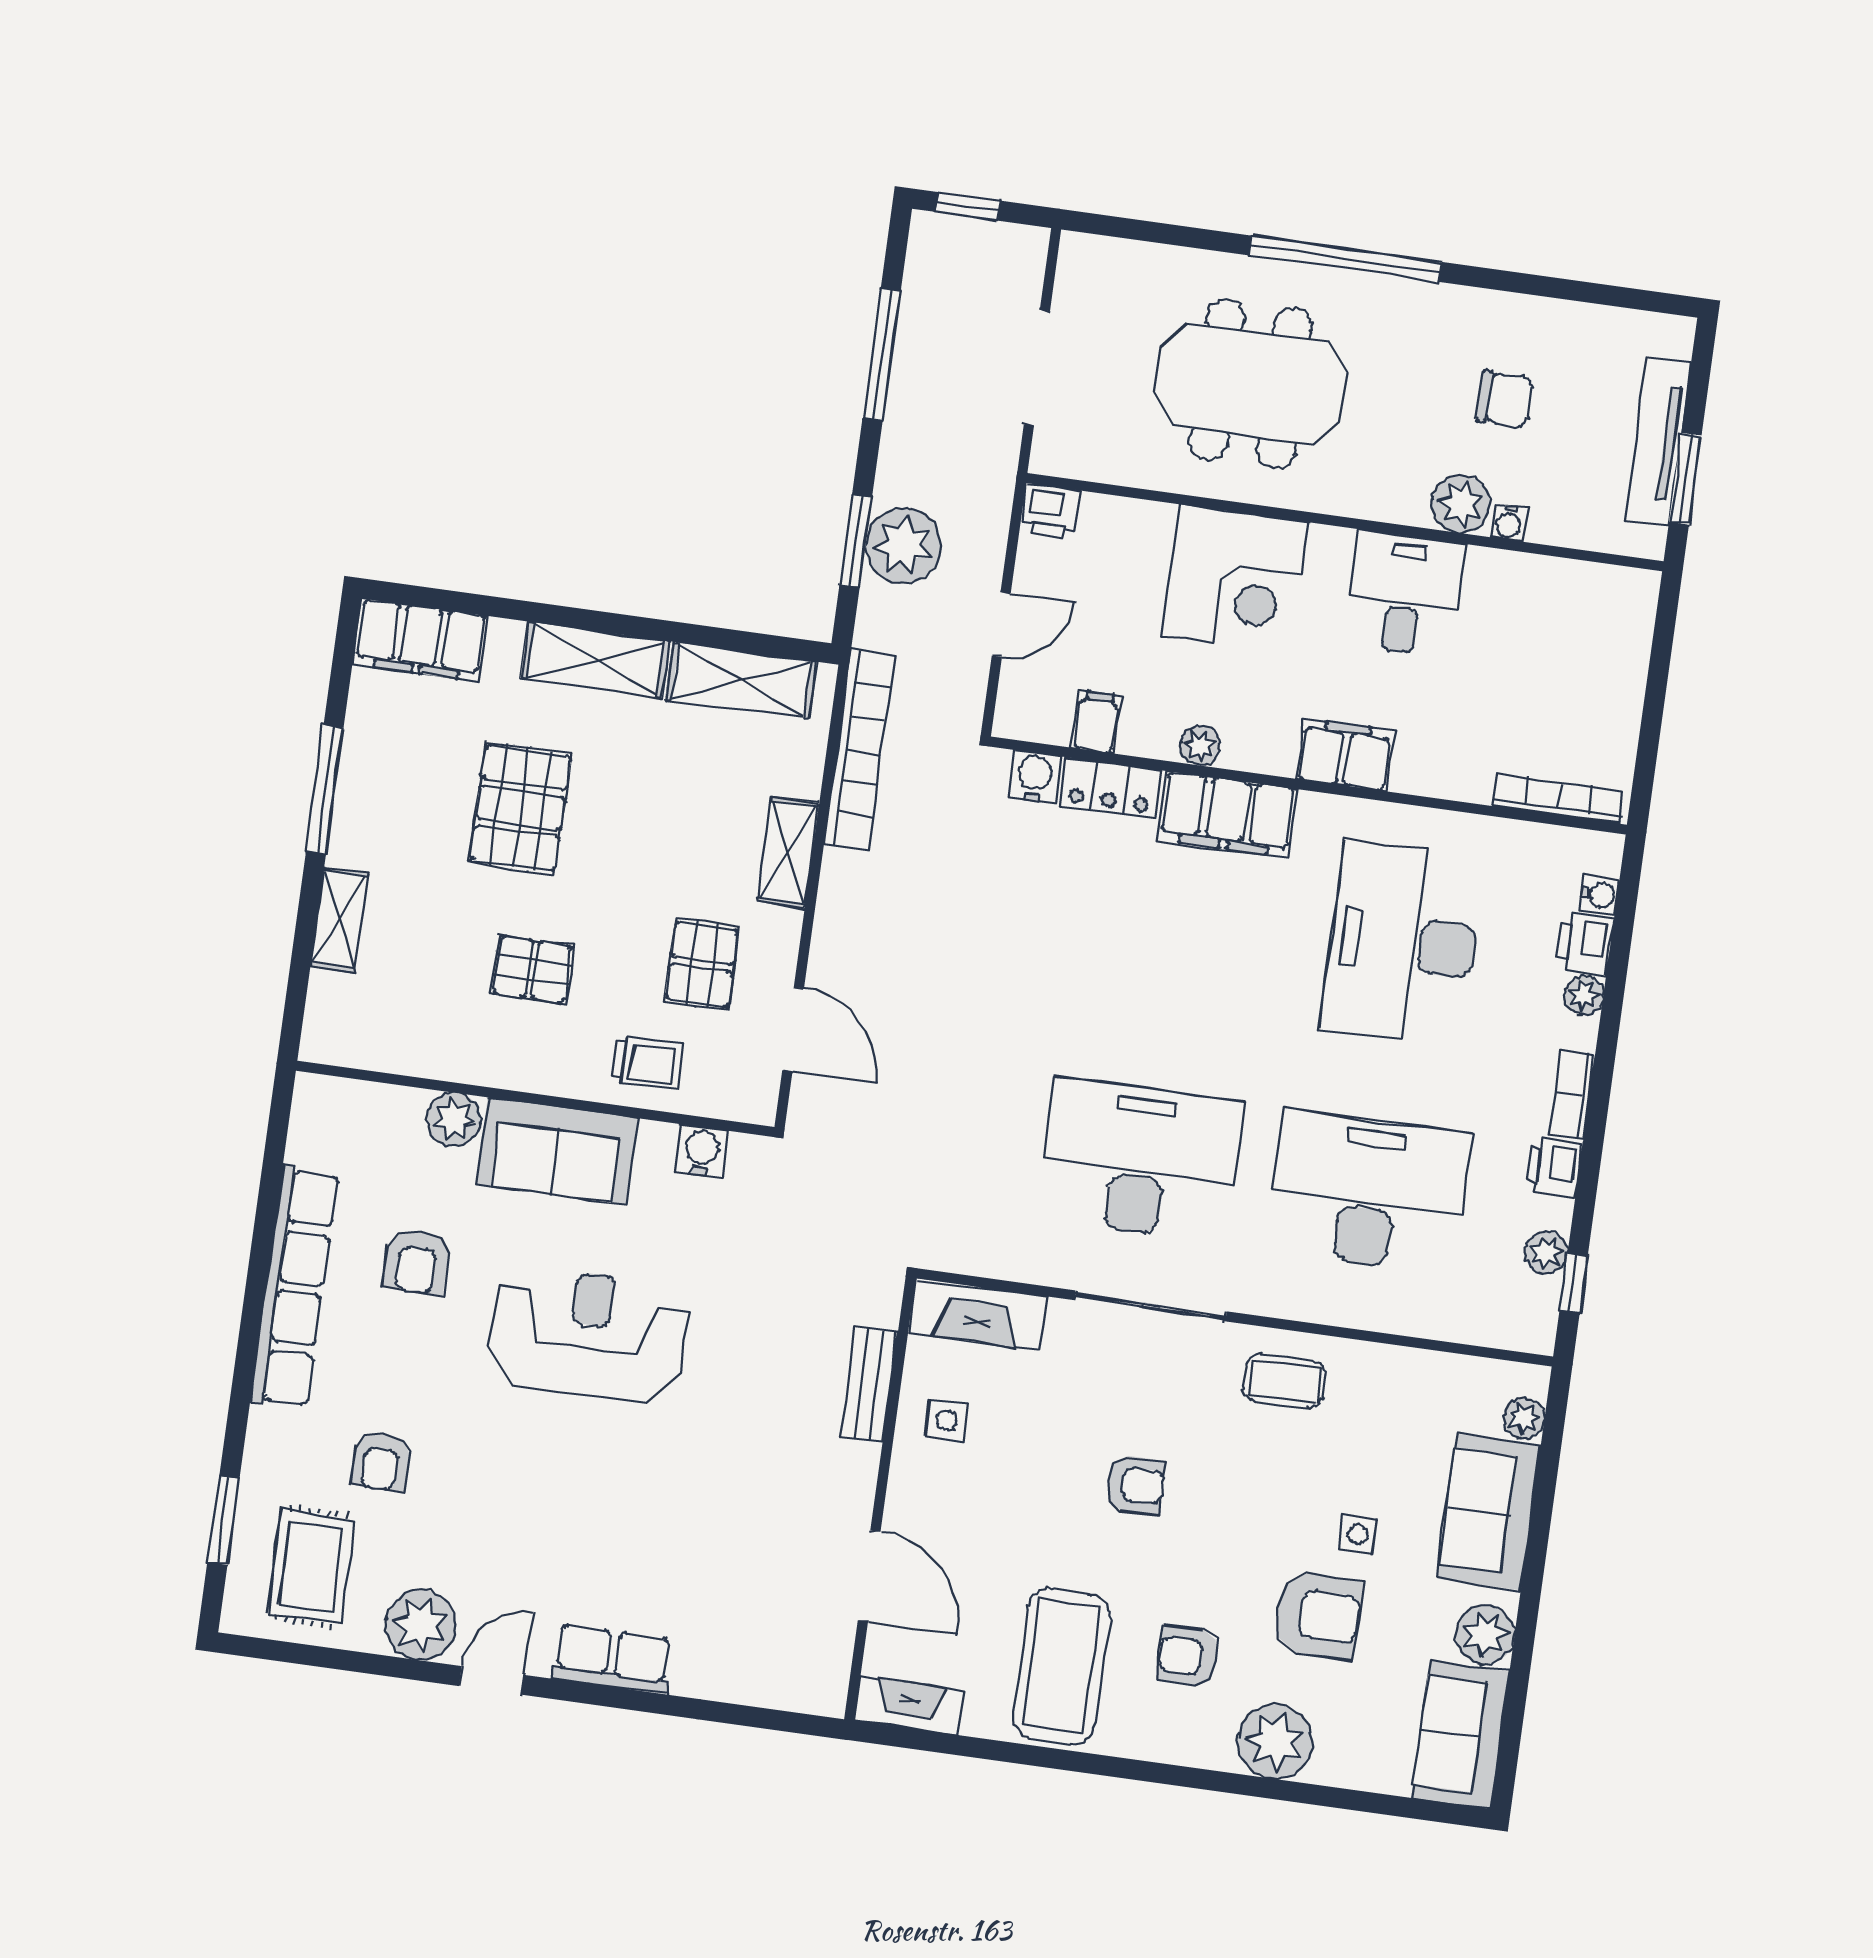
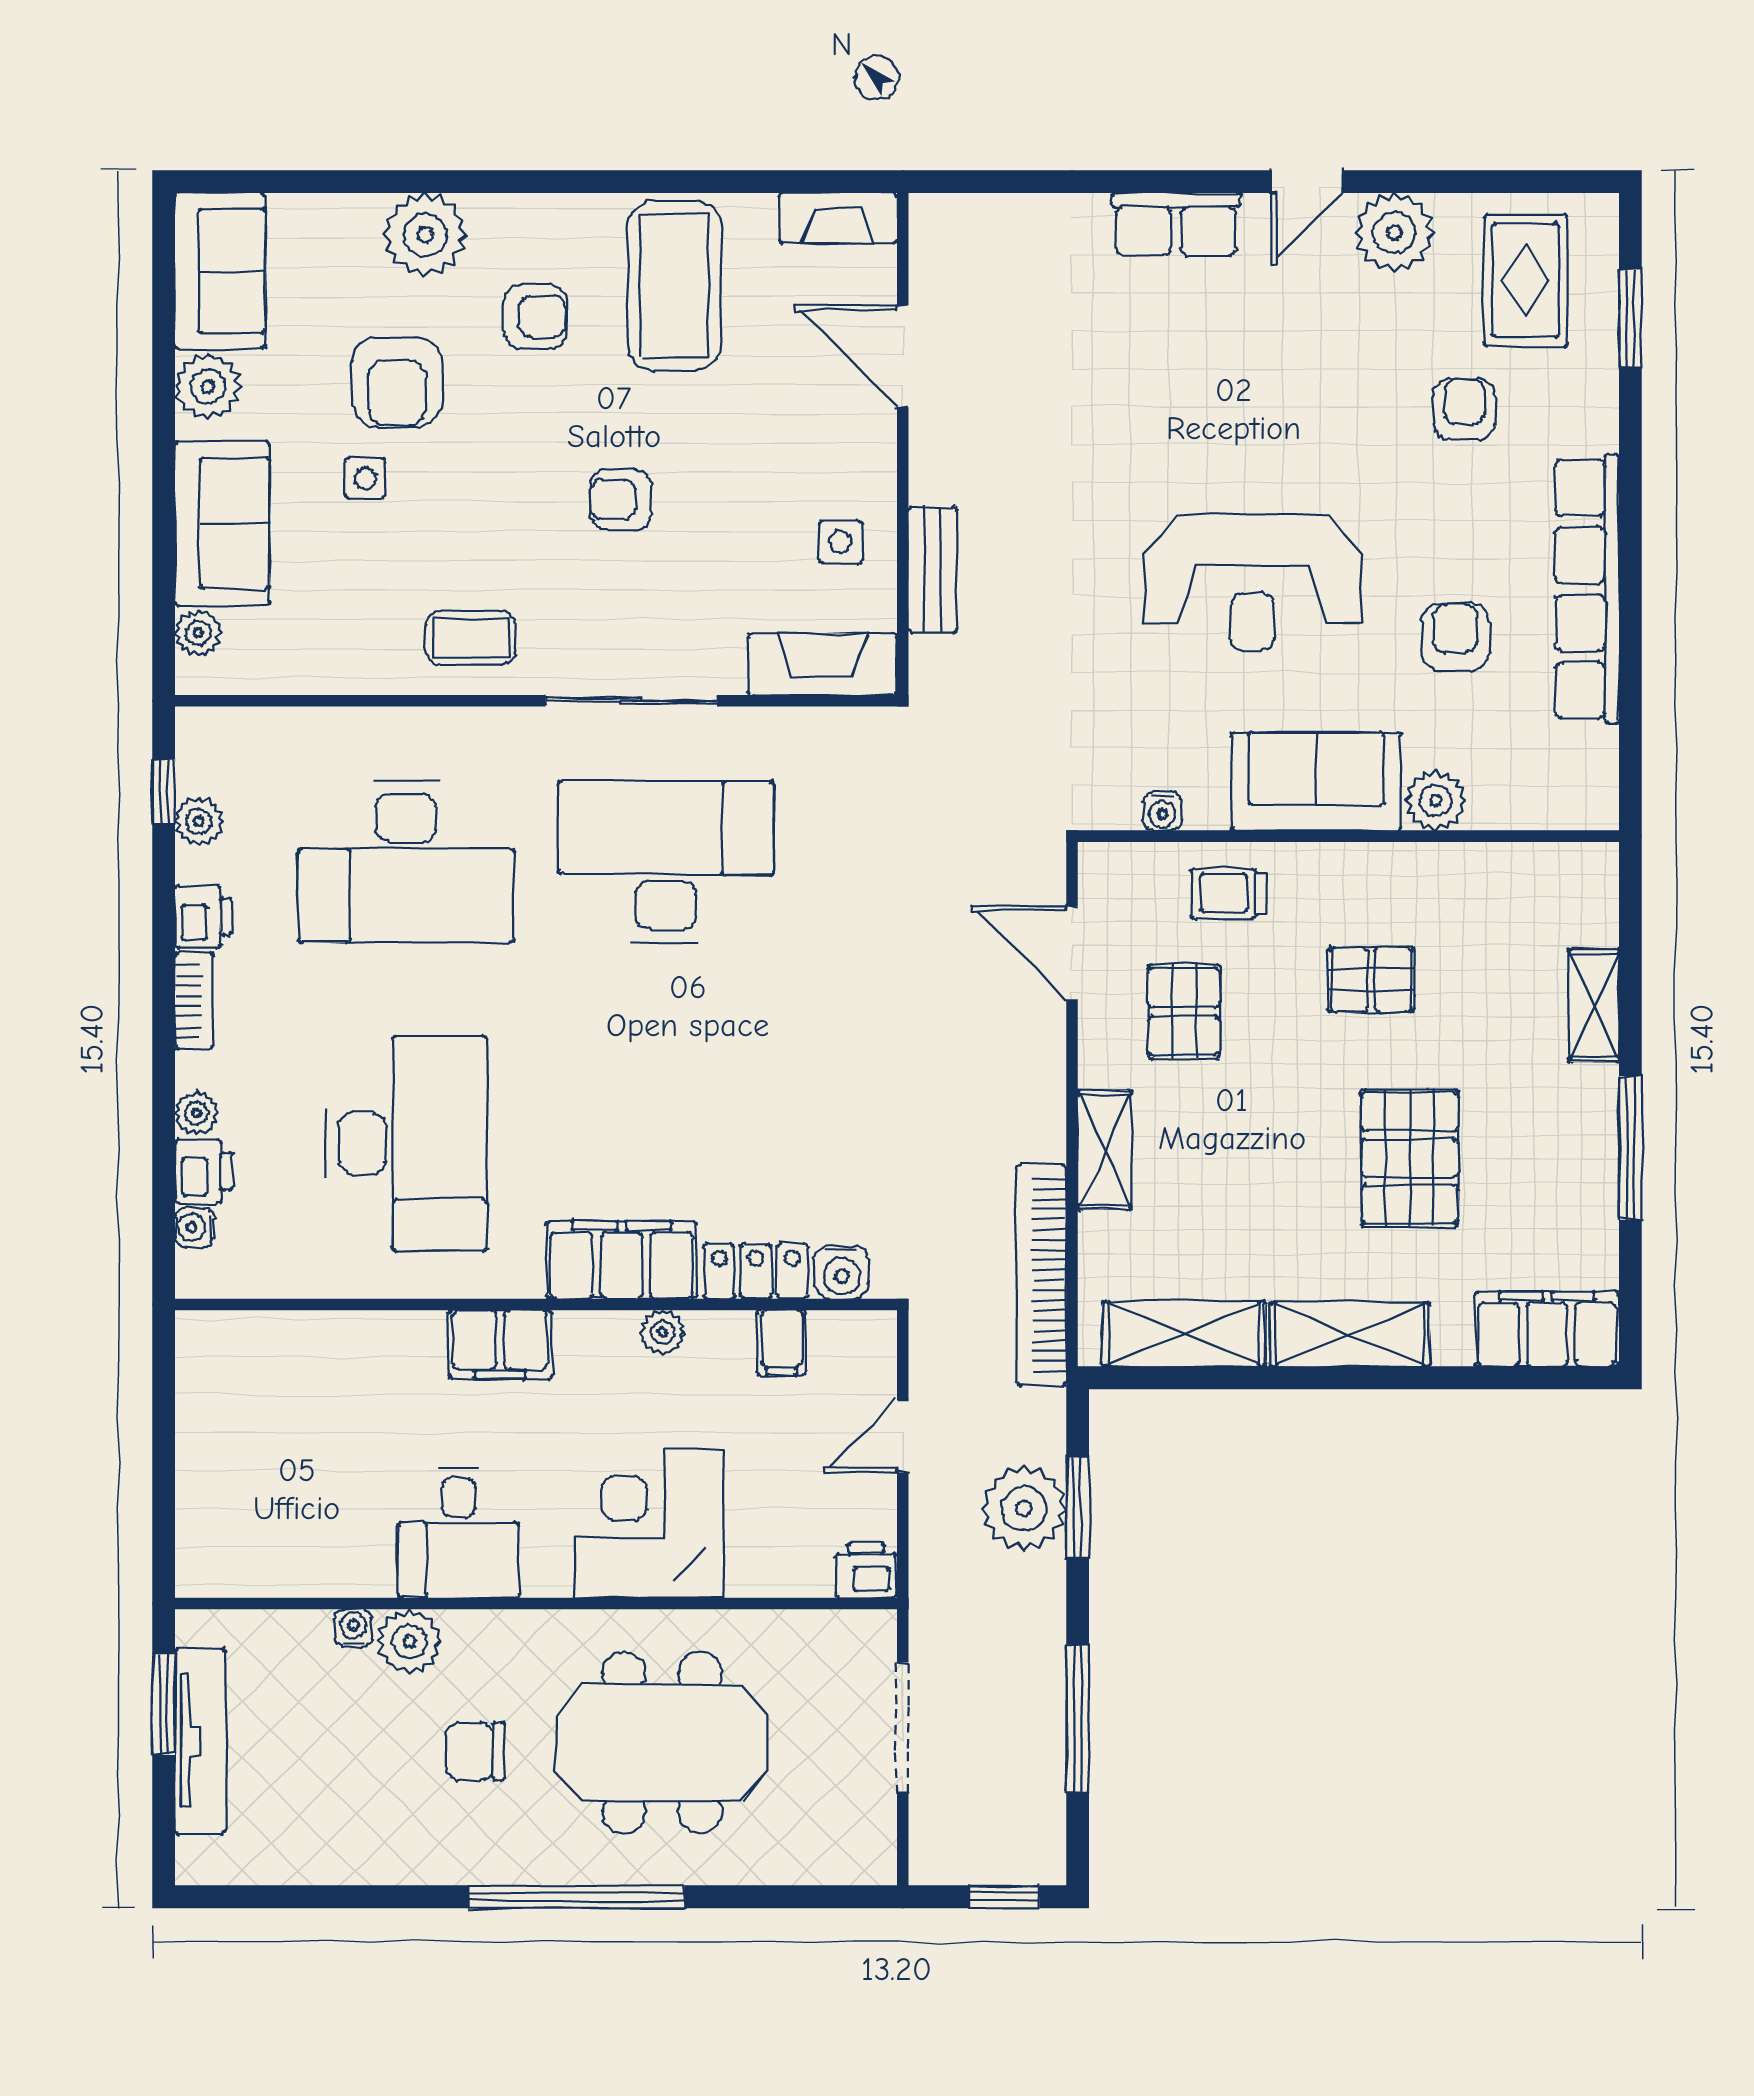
chair: (1505, 399) -> (475, 1751), moved
bookcase: (1558, 798) -> (256, 1329), removed
water cooler: (702, 1151) -> (1162, 811), width x0.72, depth x0.72
desk: (1140, 1160) -> (666, 862), turned 180
armchair: (1318, 1615) -> (397, 382), turned -90

